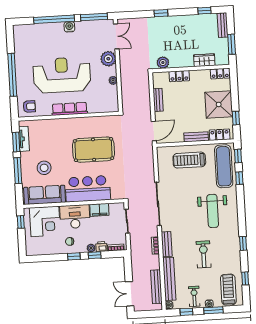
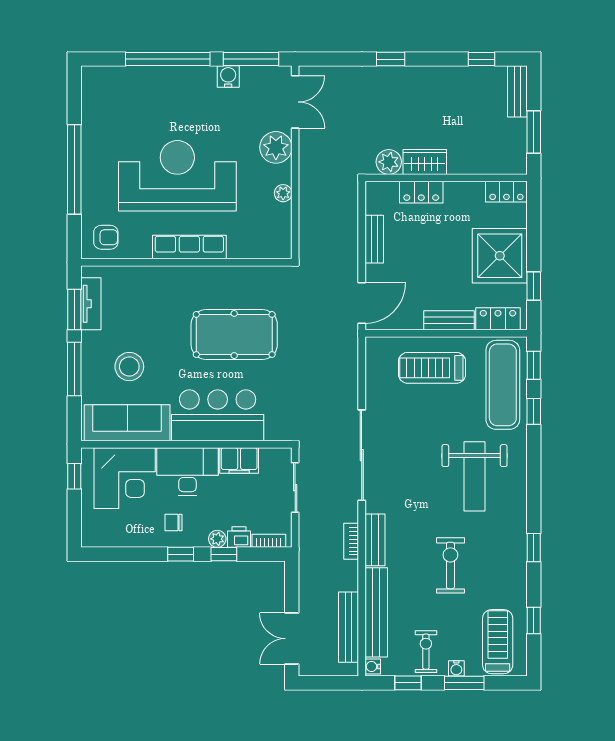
water cooler: (69, 27) -> (228, 77), moved
wardrobe: (204, 60) -> (425, 162), moved

